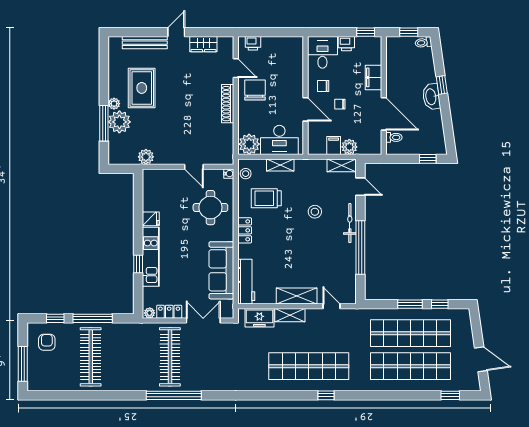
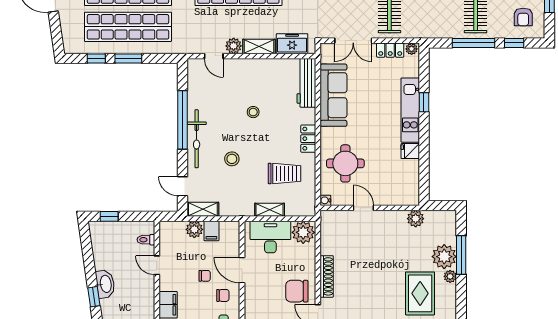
chair: (255, 90) -> (297, 291), turned 90
door: (384, 114) -> (157, 265), width x0.53
stool: (246, 174) -> (253, 112), moved
bicycle: (350, 223) -> (197, 139), width x1.37, depth x1.40
shelving: (297, 296) -> (252, 67), removed
plant: (313, 316) -> (234, 46), added

